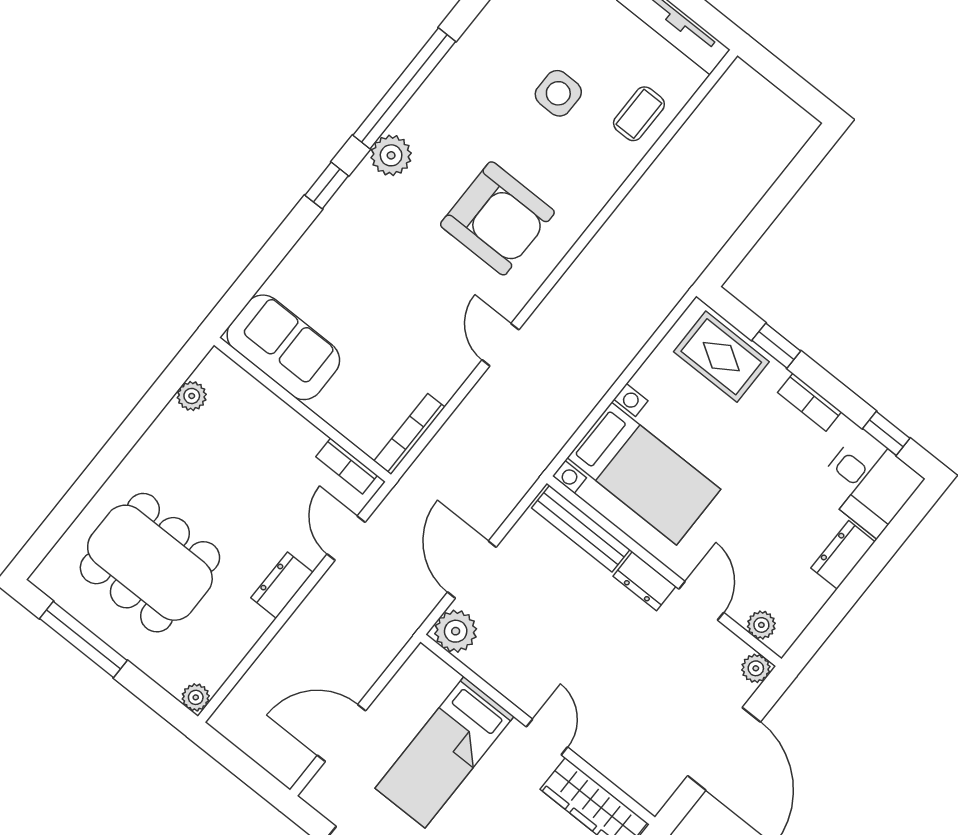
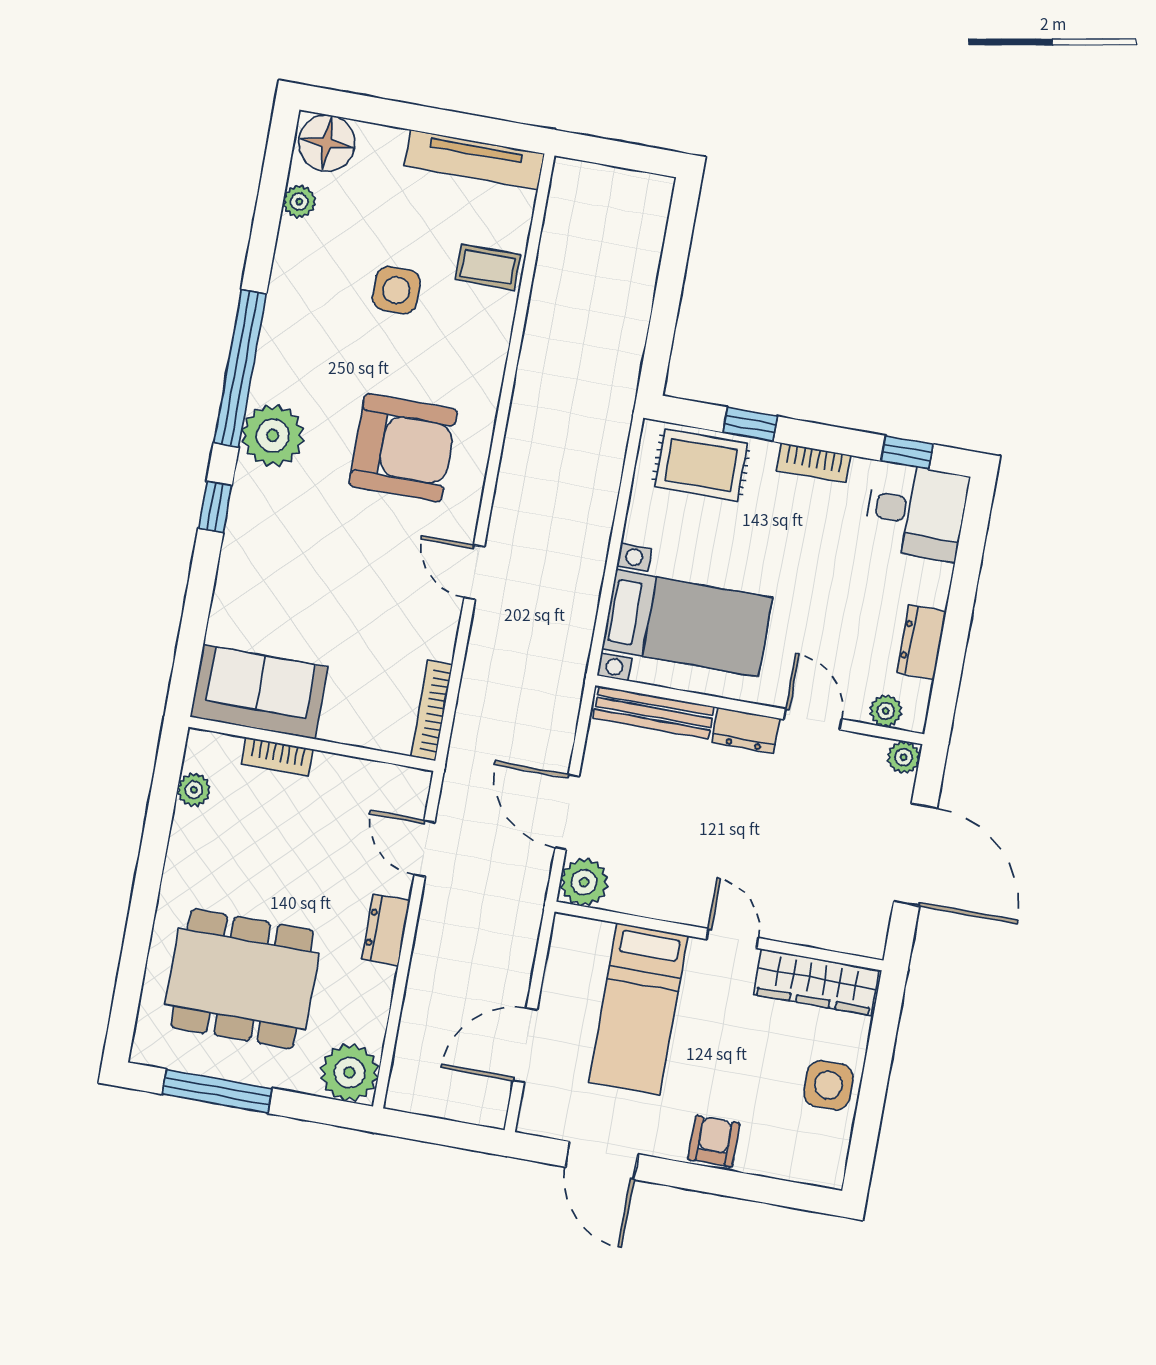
coffee table: (639, 114) -> (488, 267), turned 90
plant: (391, 155) -> (273, 435), width x1.36, depth x1.36
bookcase: (347, 466) -> (277, 757), moved
dresser: (843, 555) -> (921, 642), moved
plant: (196, 697) -> (349, 1073), width x1.87, depth x1.87

